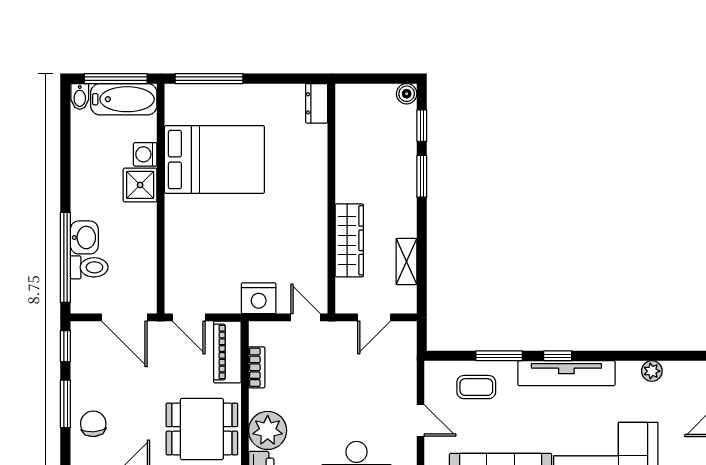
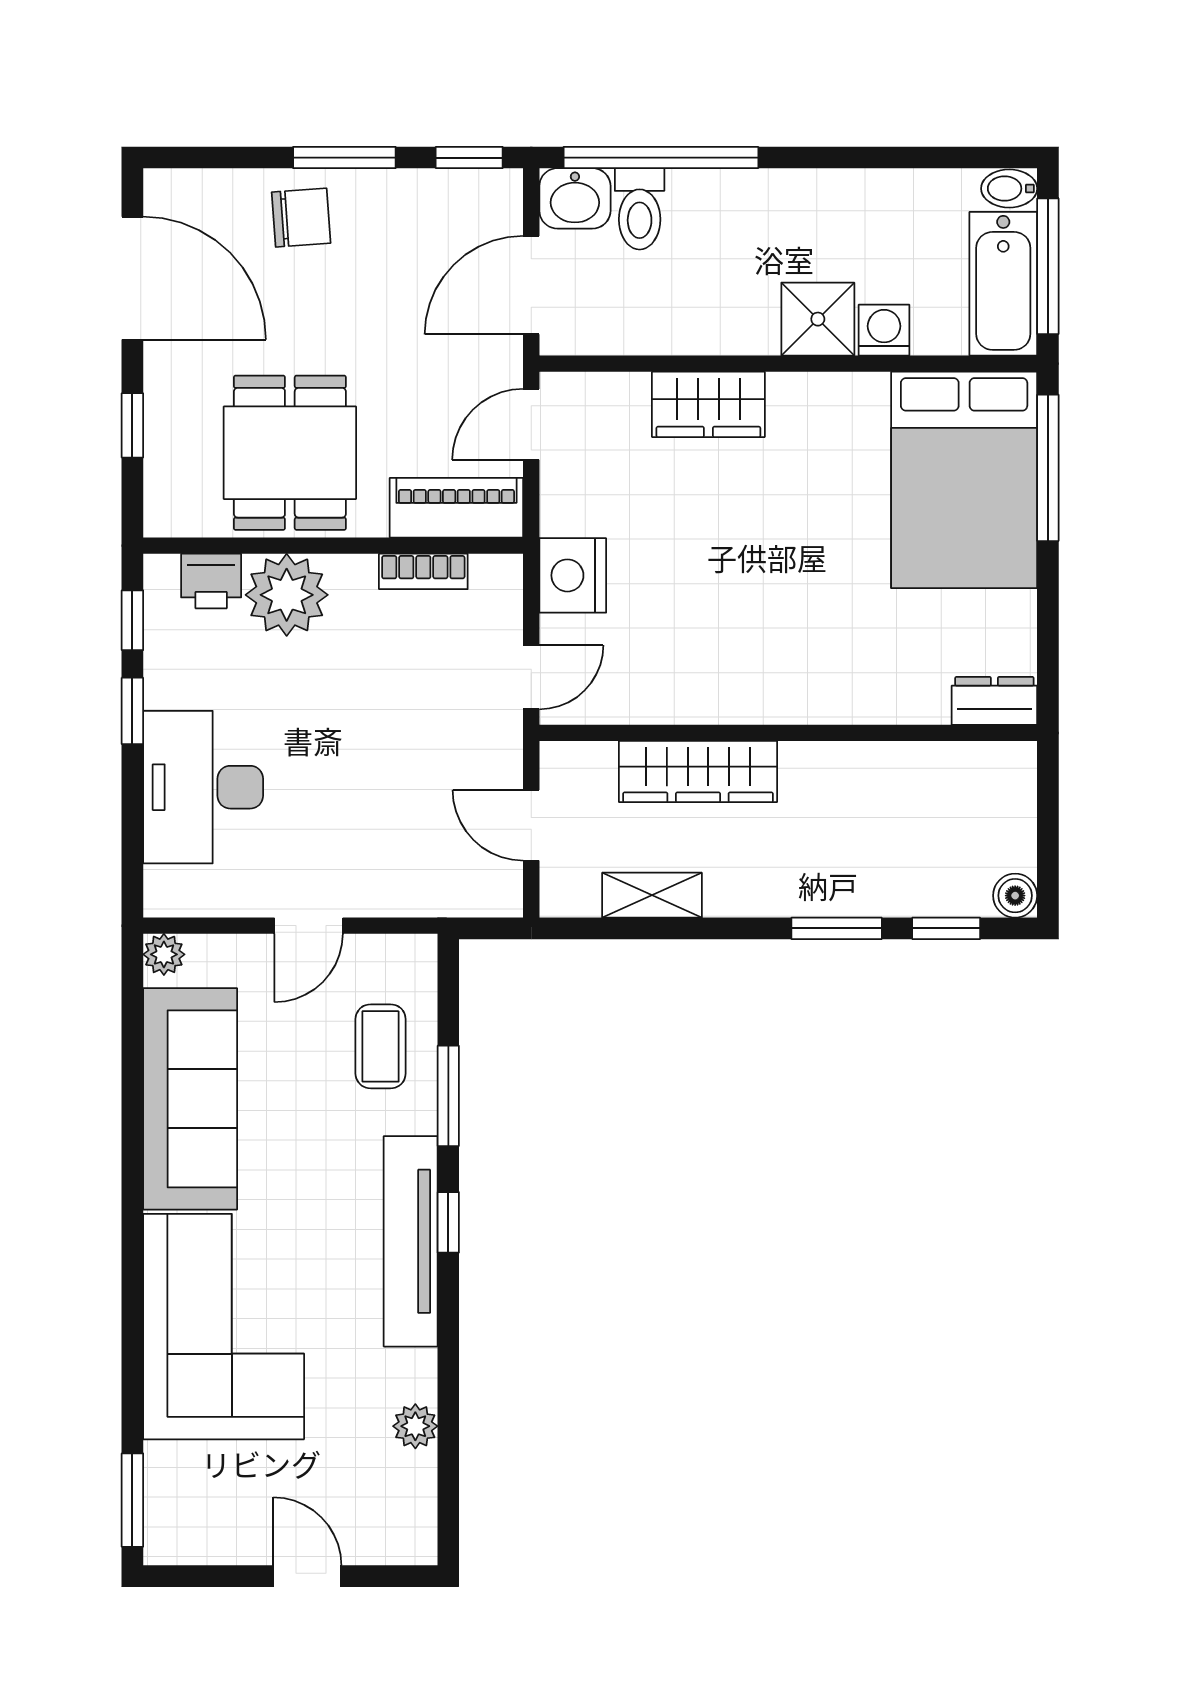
bed: (214, 159) -> (964, 480), moved
wardrobe: (180, 236) -> (708, 404), added
washbasin: (84, 237) -> (575, 198), moved

